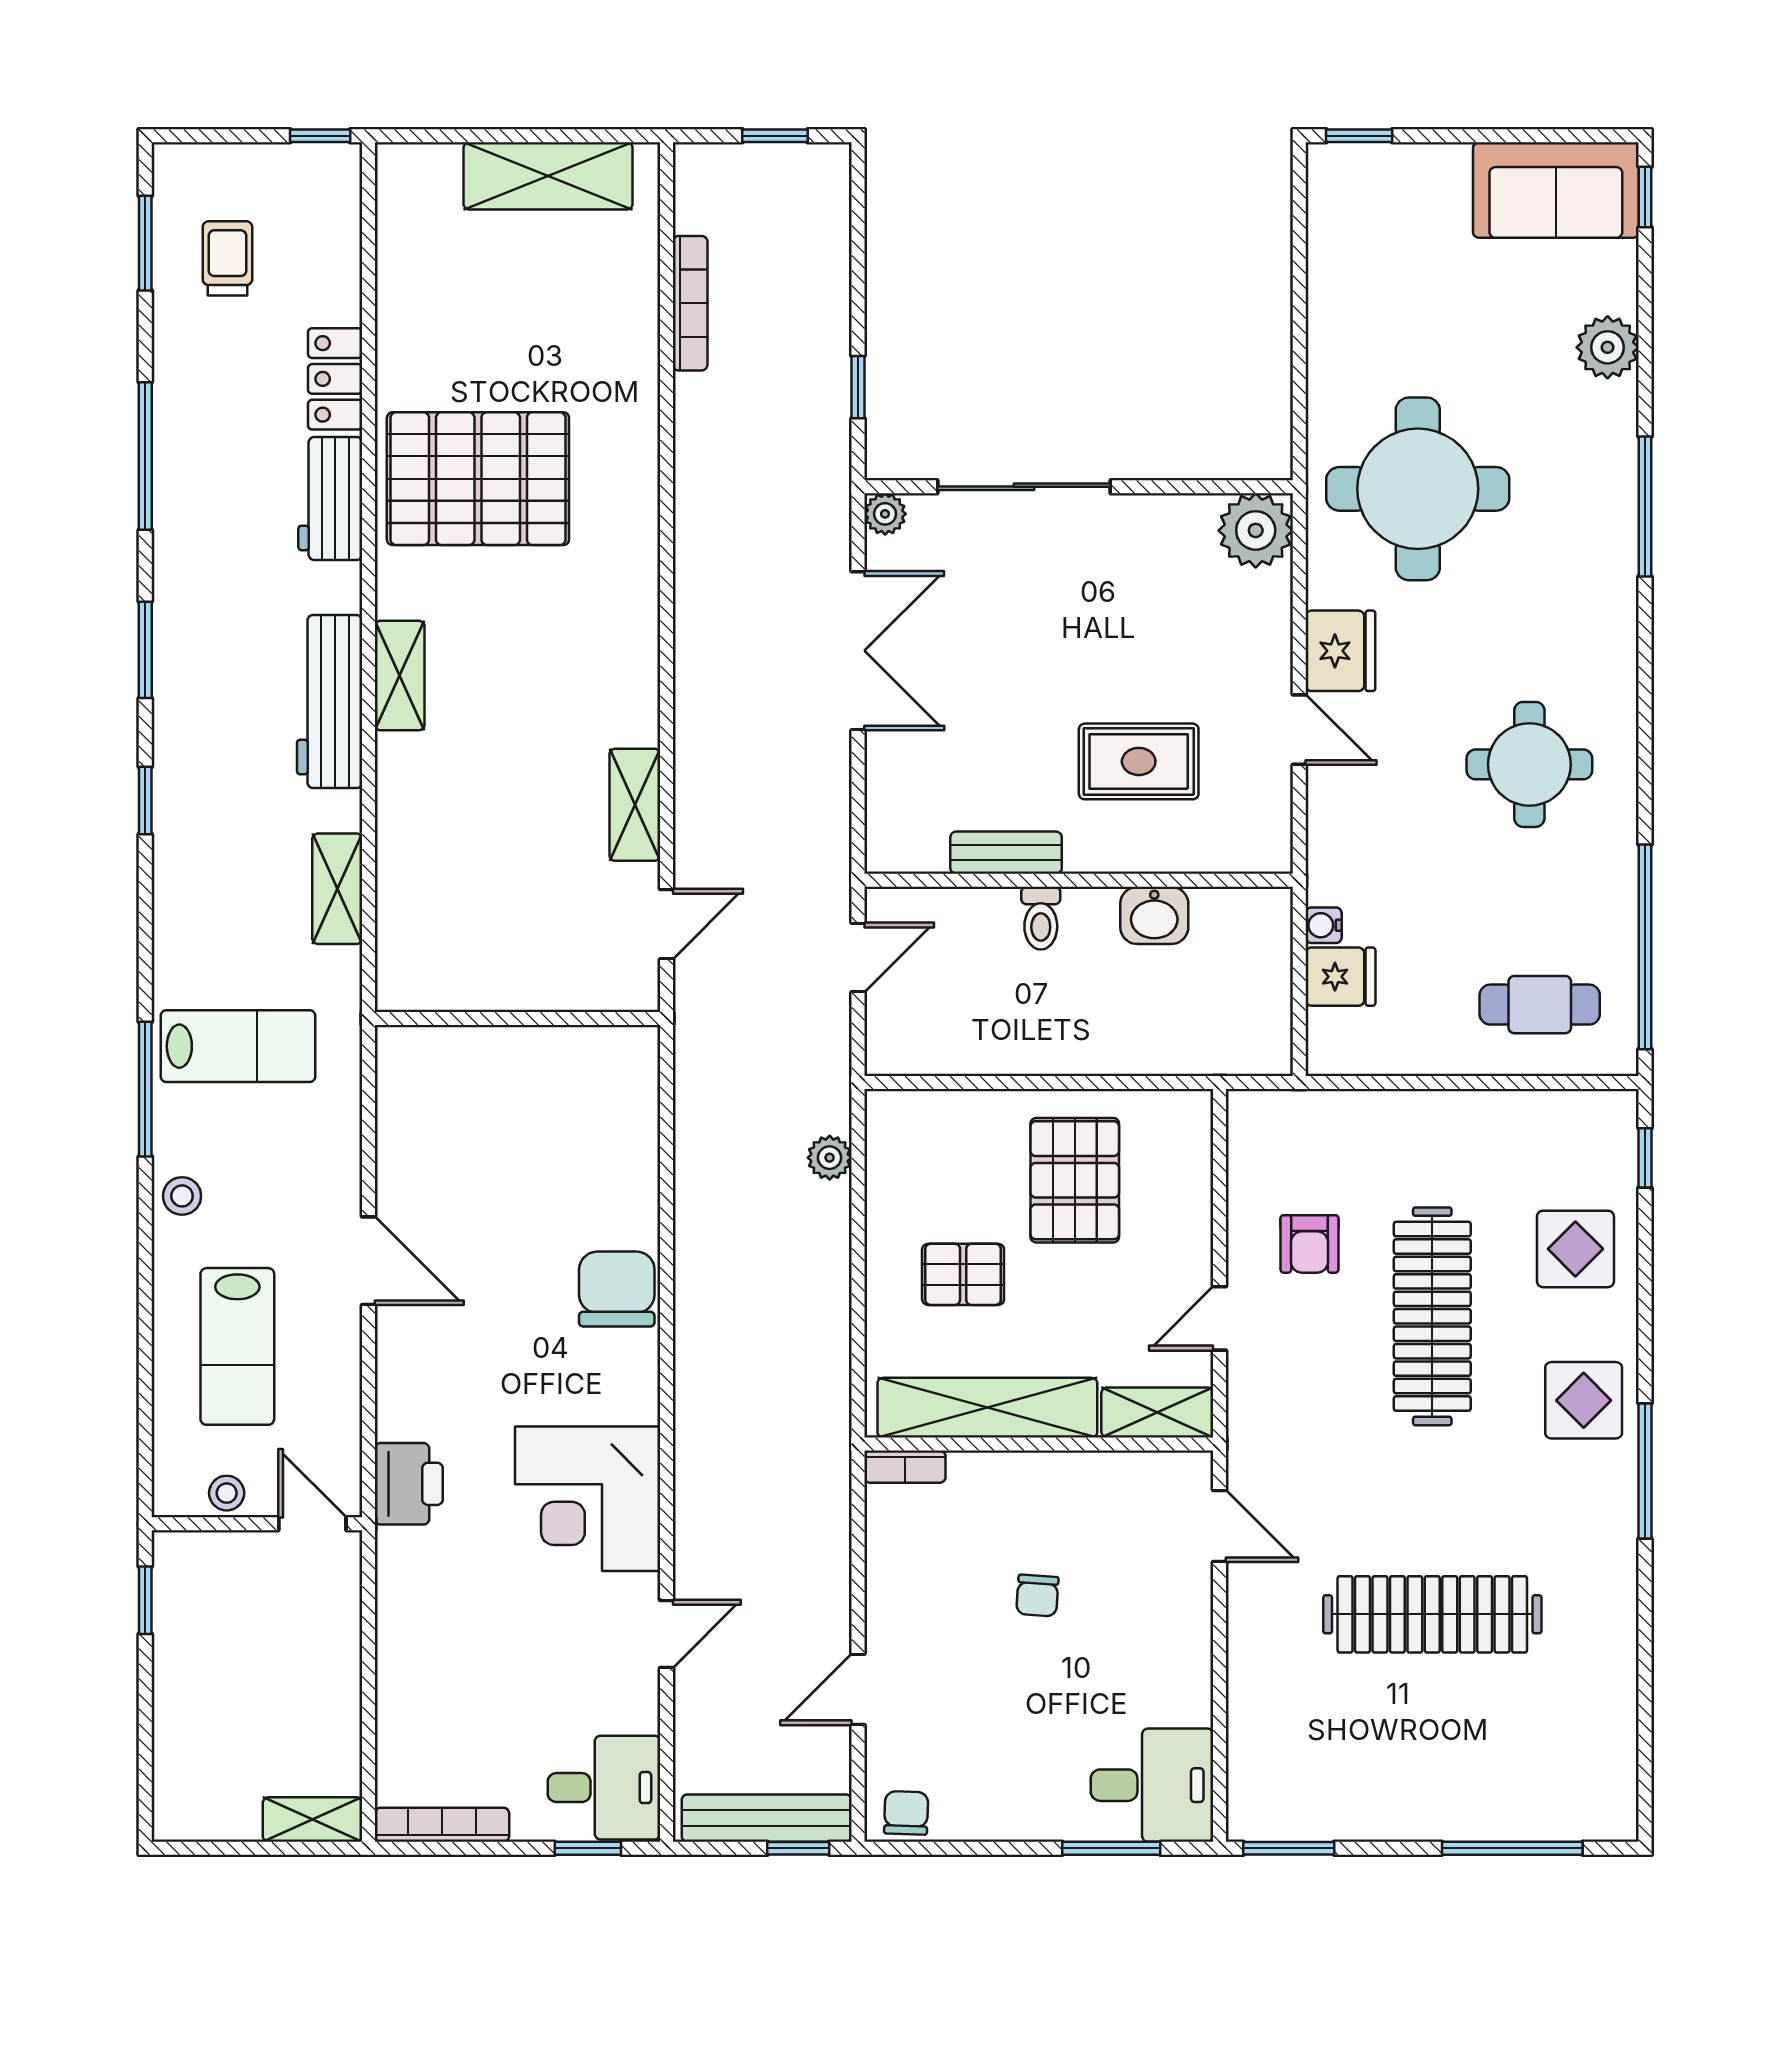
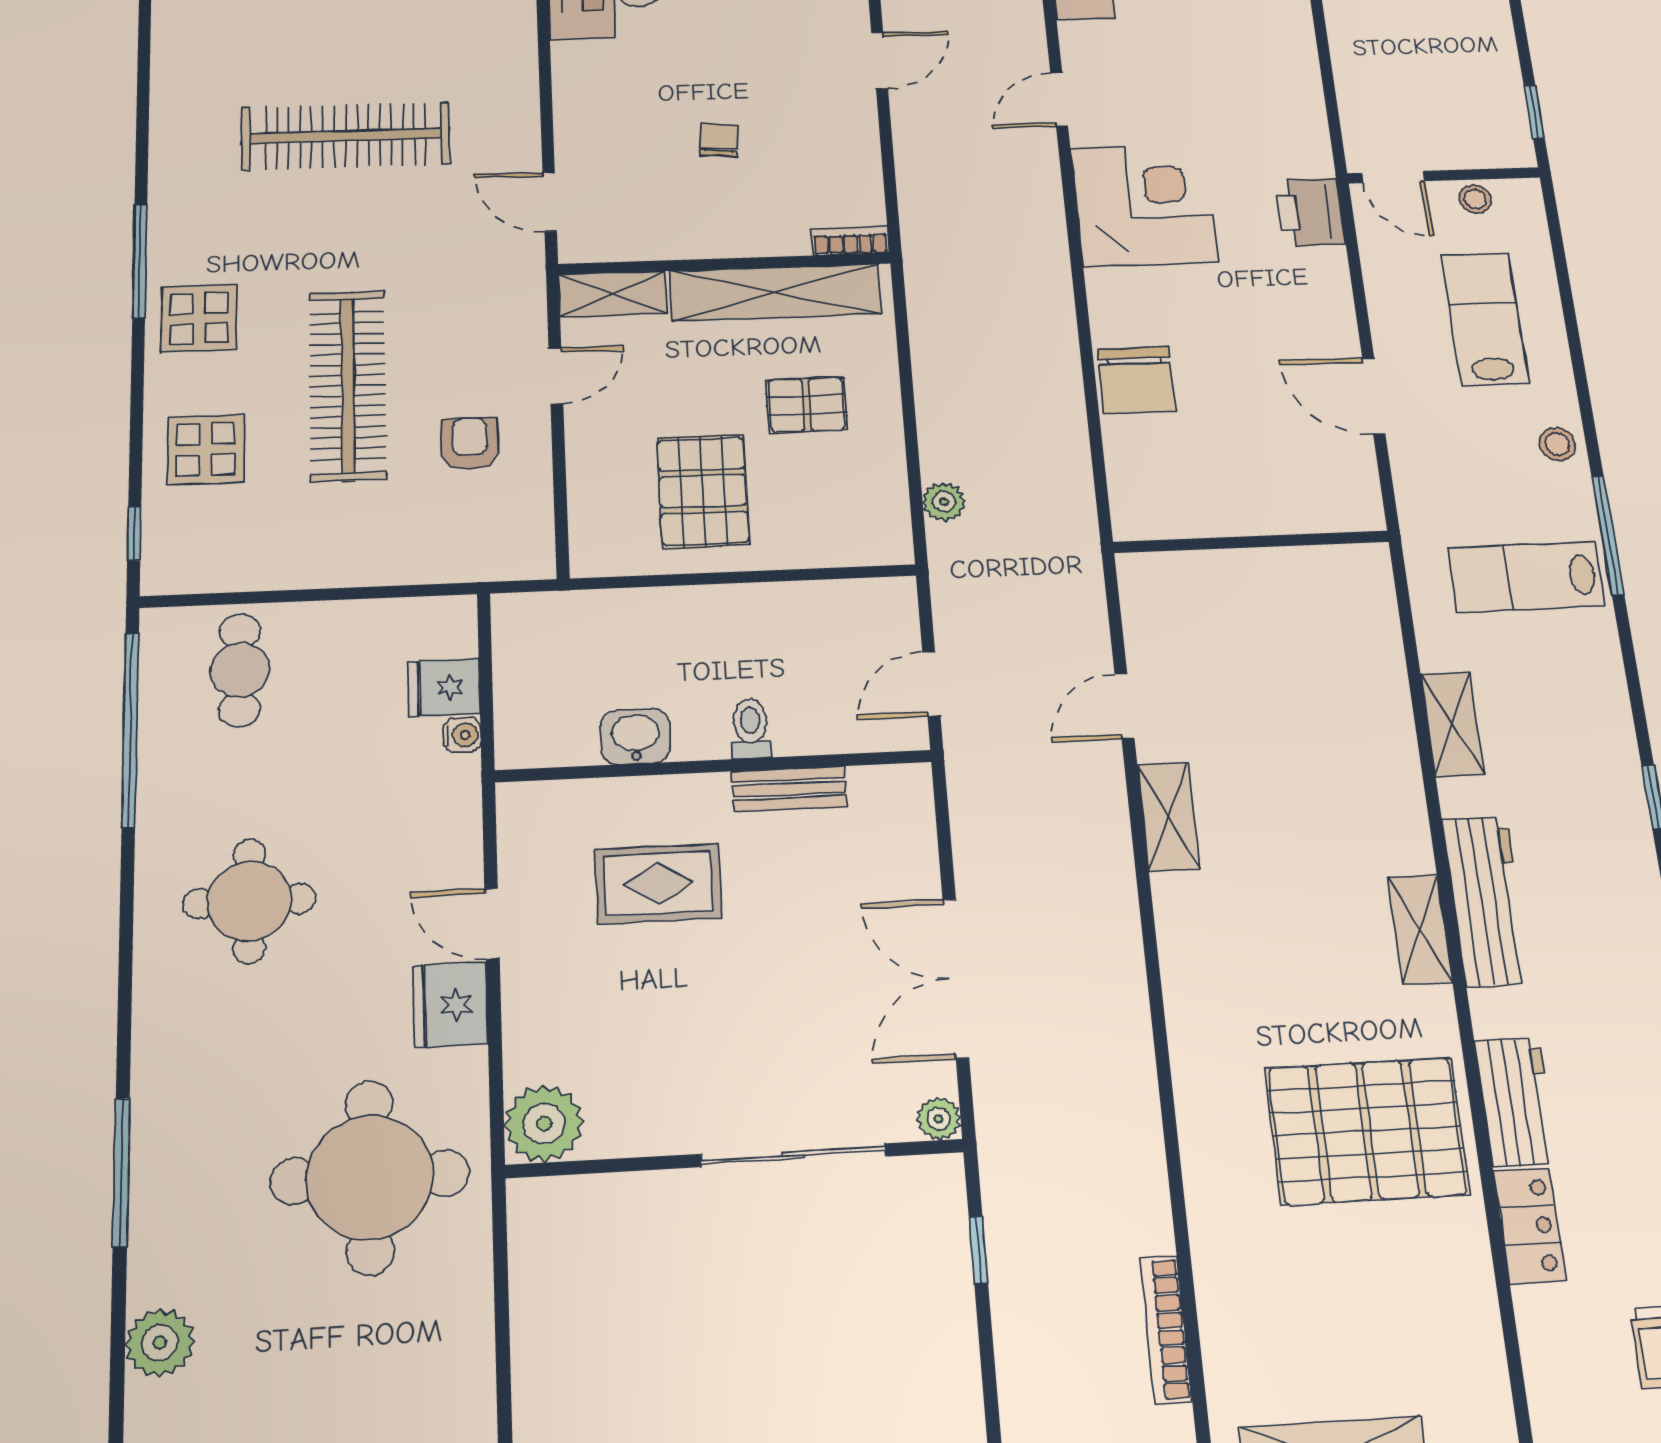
cafe table: (1540, 1005) -> (240, 670), turned 90
wall: (518, 1019) -> (1251, 542), moved

